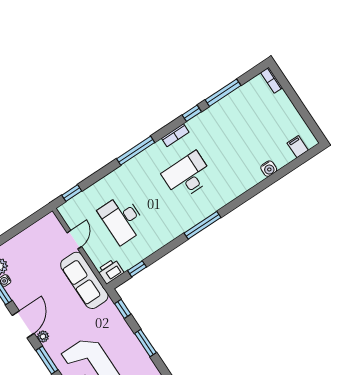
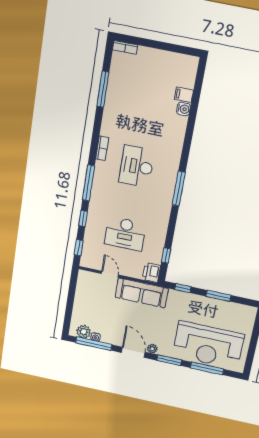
window: (192, 113) -> (83, 219), moved
filing cabinet: (298, 147) -> (184, 95), moved

